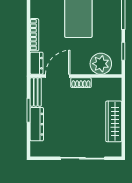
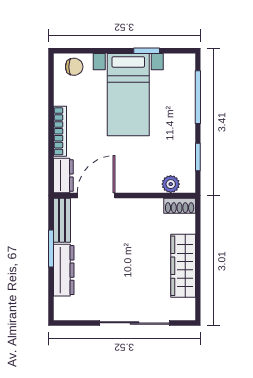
plant: (101, 64) -> (171, 184), width x0.53, depth x0.53
shoe rack: (81, 83) -> (180, 206), moved

